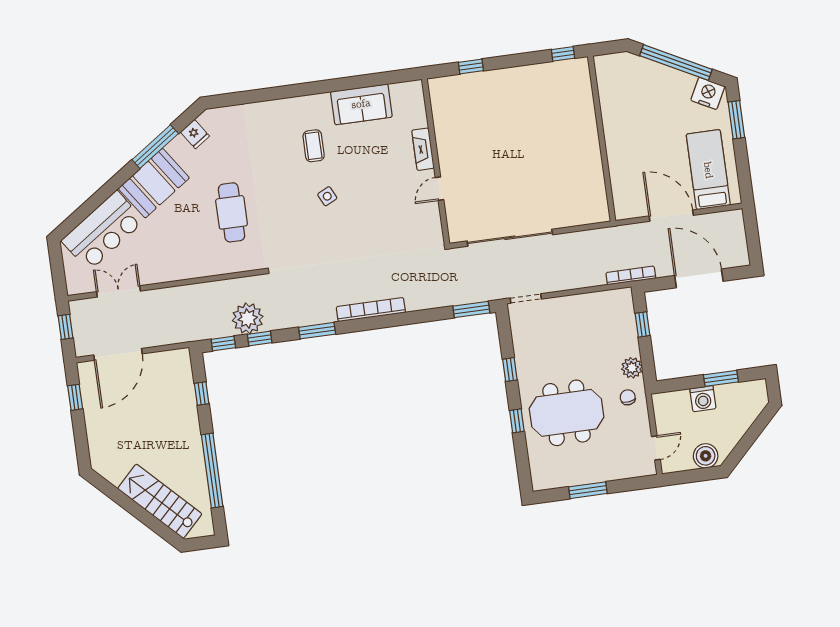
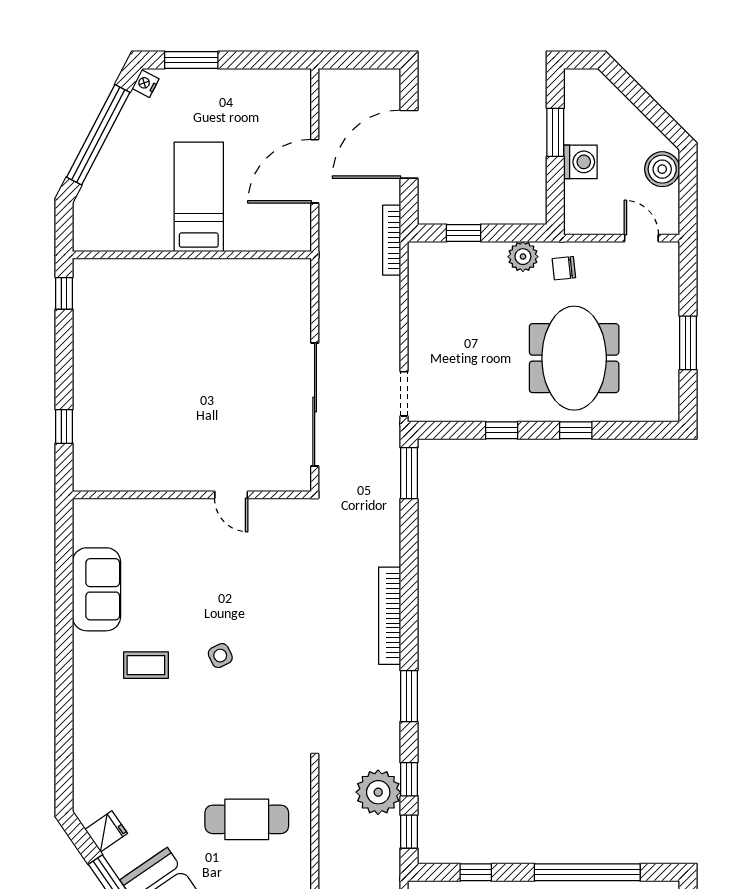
nightstand: (708, 93) -> (146, 84), width x0.53, depth x0.56
fireplace: (423, 149) -> (172, 511), removed
bed: (708, 170) -> (199, 197), moved, turned 90
cafe table: (232, 212) -> (247, 819), moved

